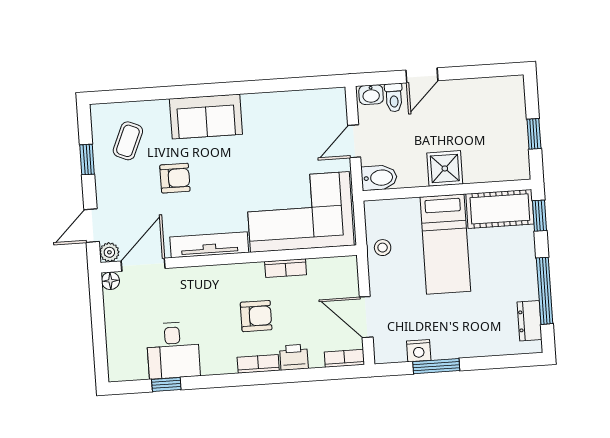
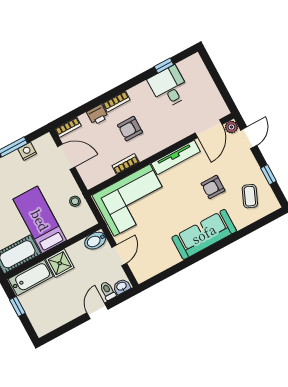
sofa: (206, 117) -> (204, 234), width x1.36
bathtub: (496, 167) -> (31, 278), added
floor lamp: (110, 281) -> (223, 111), removed

